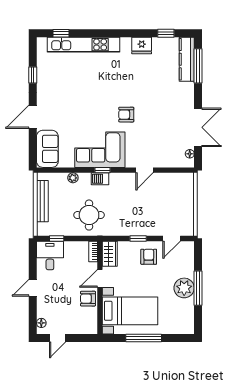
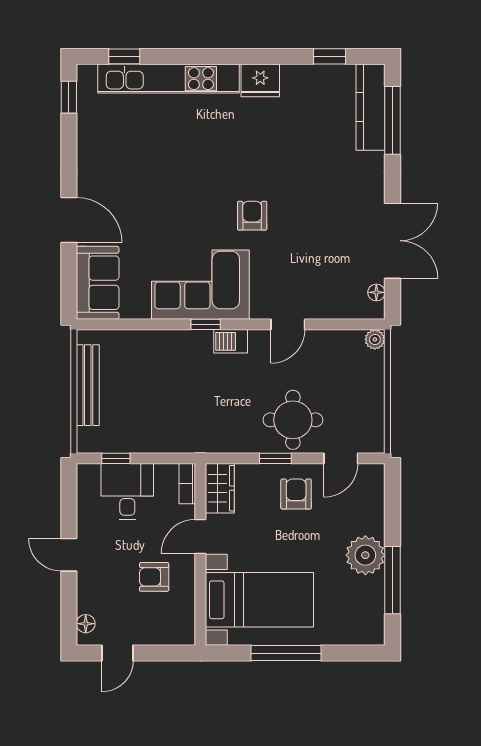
fridge: (142, 46) -> (260, 80), moved
window: (33, 75) -> (69, 97), moved
armchair: (126, 115) -> (252, 216), turned 90
door: (33, 117) -> (69, 220), swing flipped
plant: (73, 178) -> (375, 339), moved
barbecue: (100, 179) -> (231, 341), moved
round table: (89, 215) -> (293, 420), moved
desk: (50, 256) -> (127, 492), moved
door: (33, 288) -> (69, 555), hinge flipped
window: (198, 288) -> (393, 580), moved
armchair: (88, 299) -> (154, 577), moved

